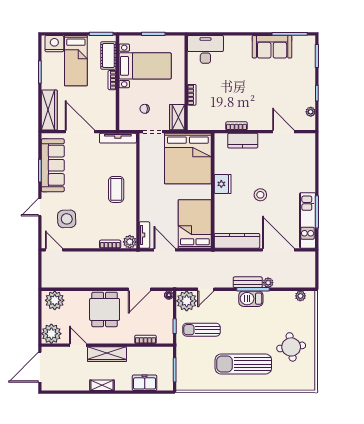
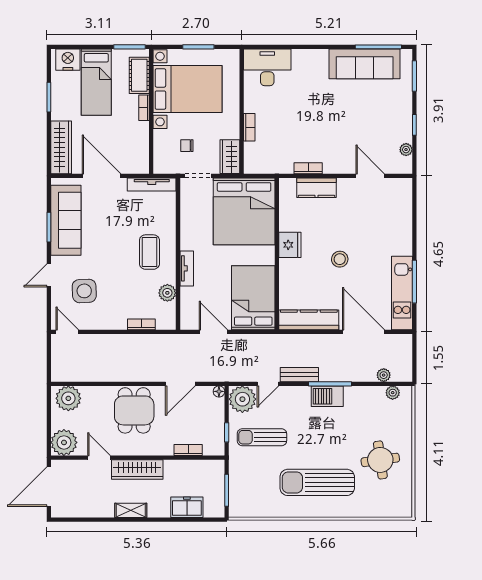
sofa: (272, 47) -> (365, 64), width x1.36
bed with nightstands: (145, 66) -> (188, 89), width x1.36
tv unit: (144, 235) -> (187, 268), moved
plant: (130, 242) -> (167, 293), moved
bench: (248, 282) -> (299, 375), moved
plant: (268, 283) -> (384, 375), moved

